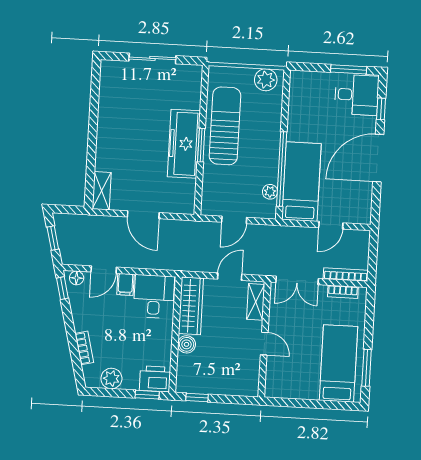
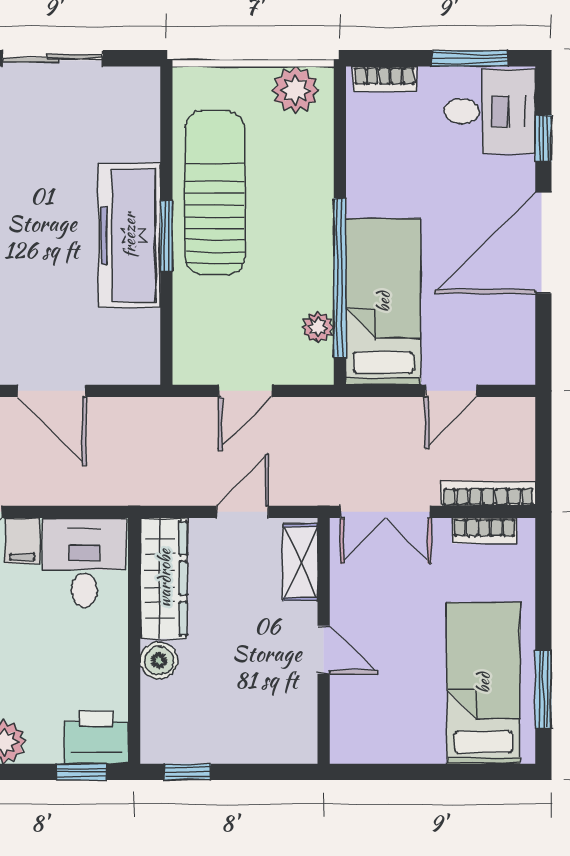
bookcase: (308, 77) -> (385, 79), added

